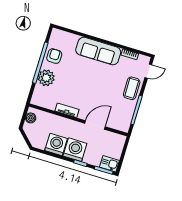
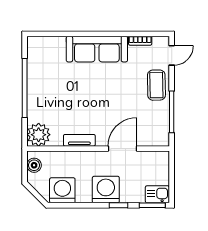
armchair: (54, 56) -> (41, 73), removed
plant: (46, 78) -> (39, 135), moved
washing machine: (56, 145) -> (62, 190), moved

